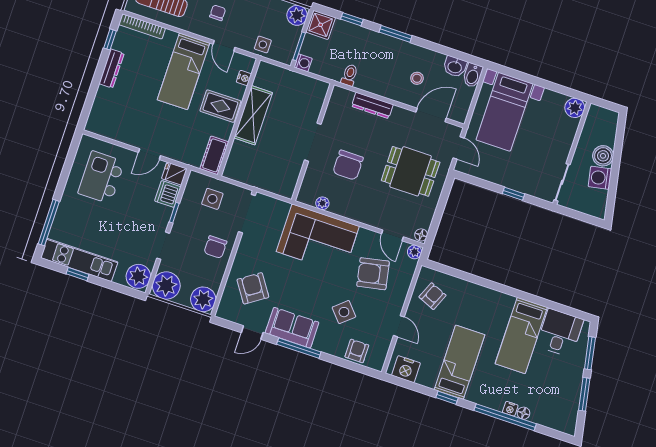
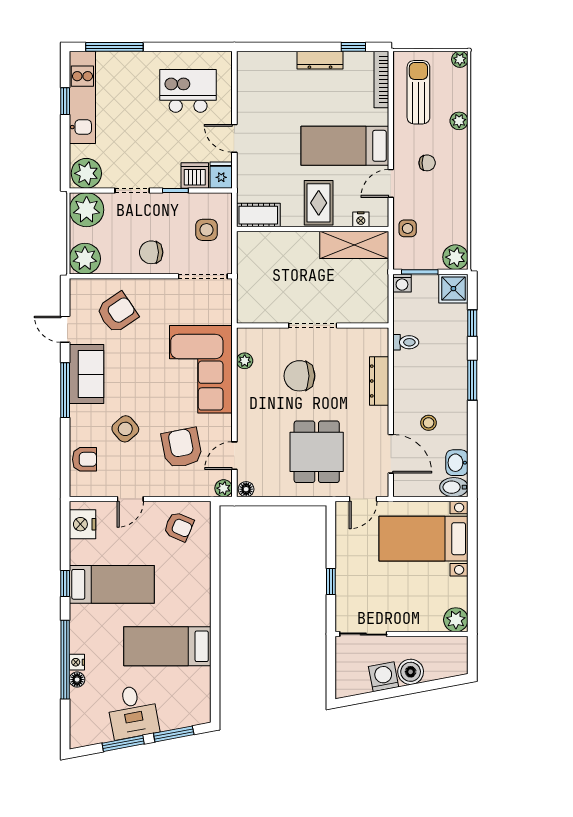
shelving: (253, 115) -> (354, 245), moved
desk: (560, 333) -> (133, 712), moved, turned 79

